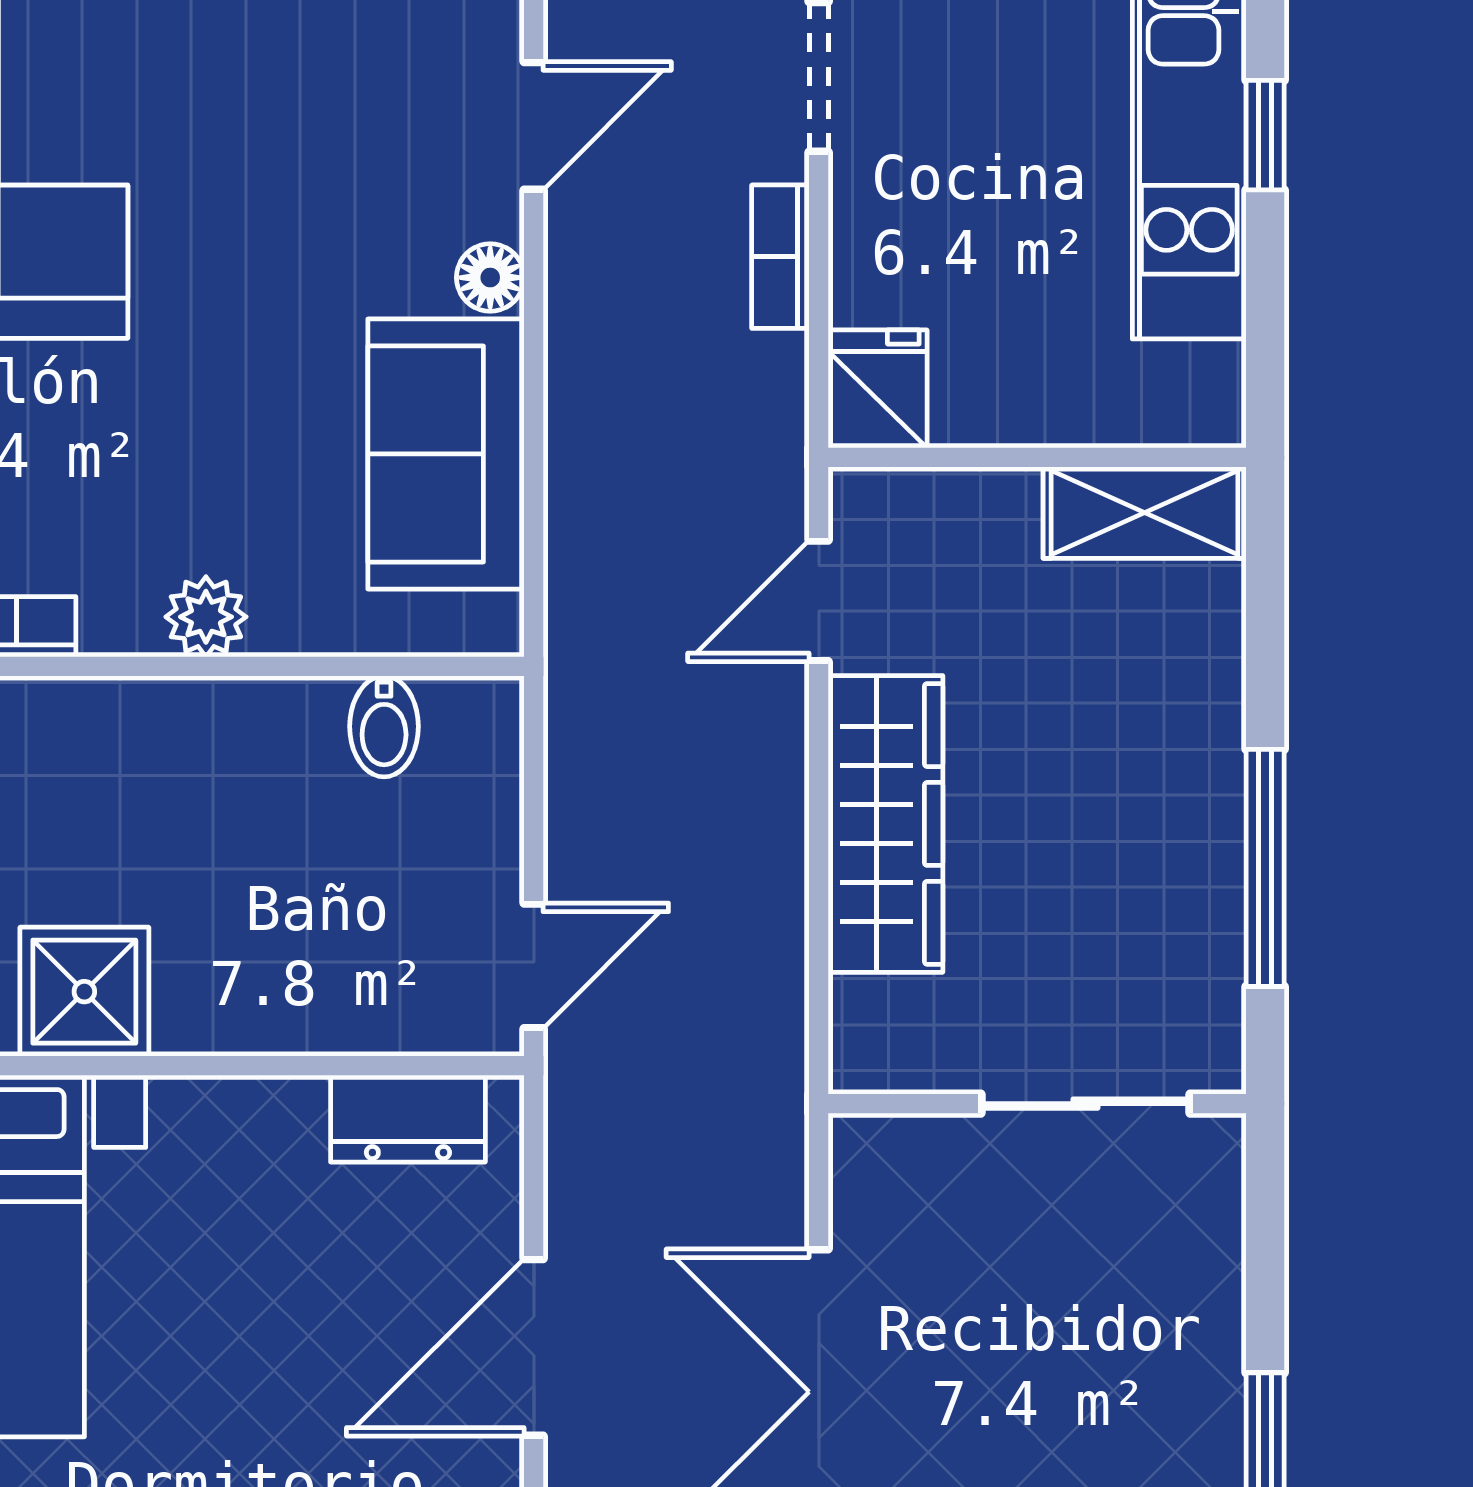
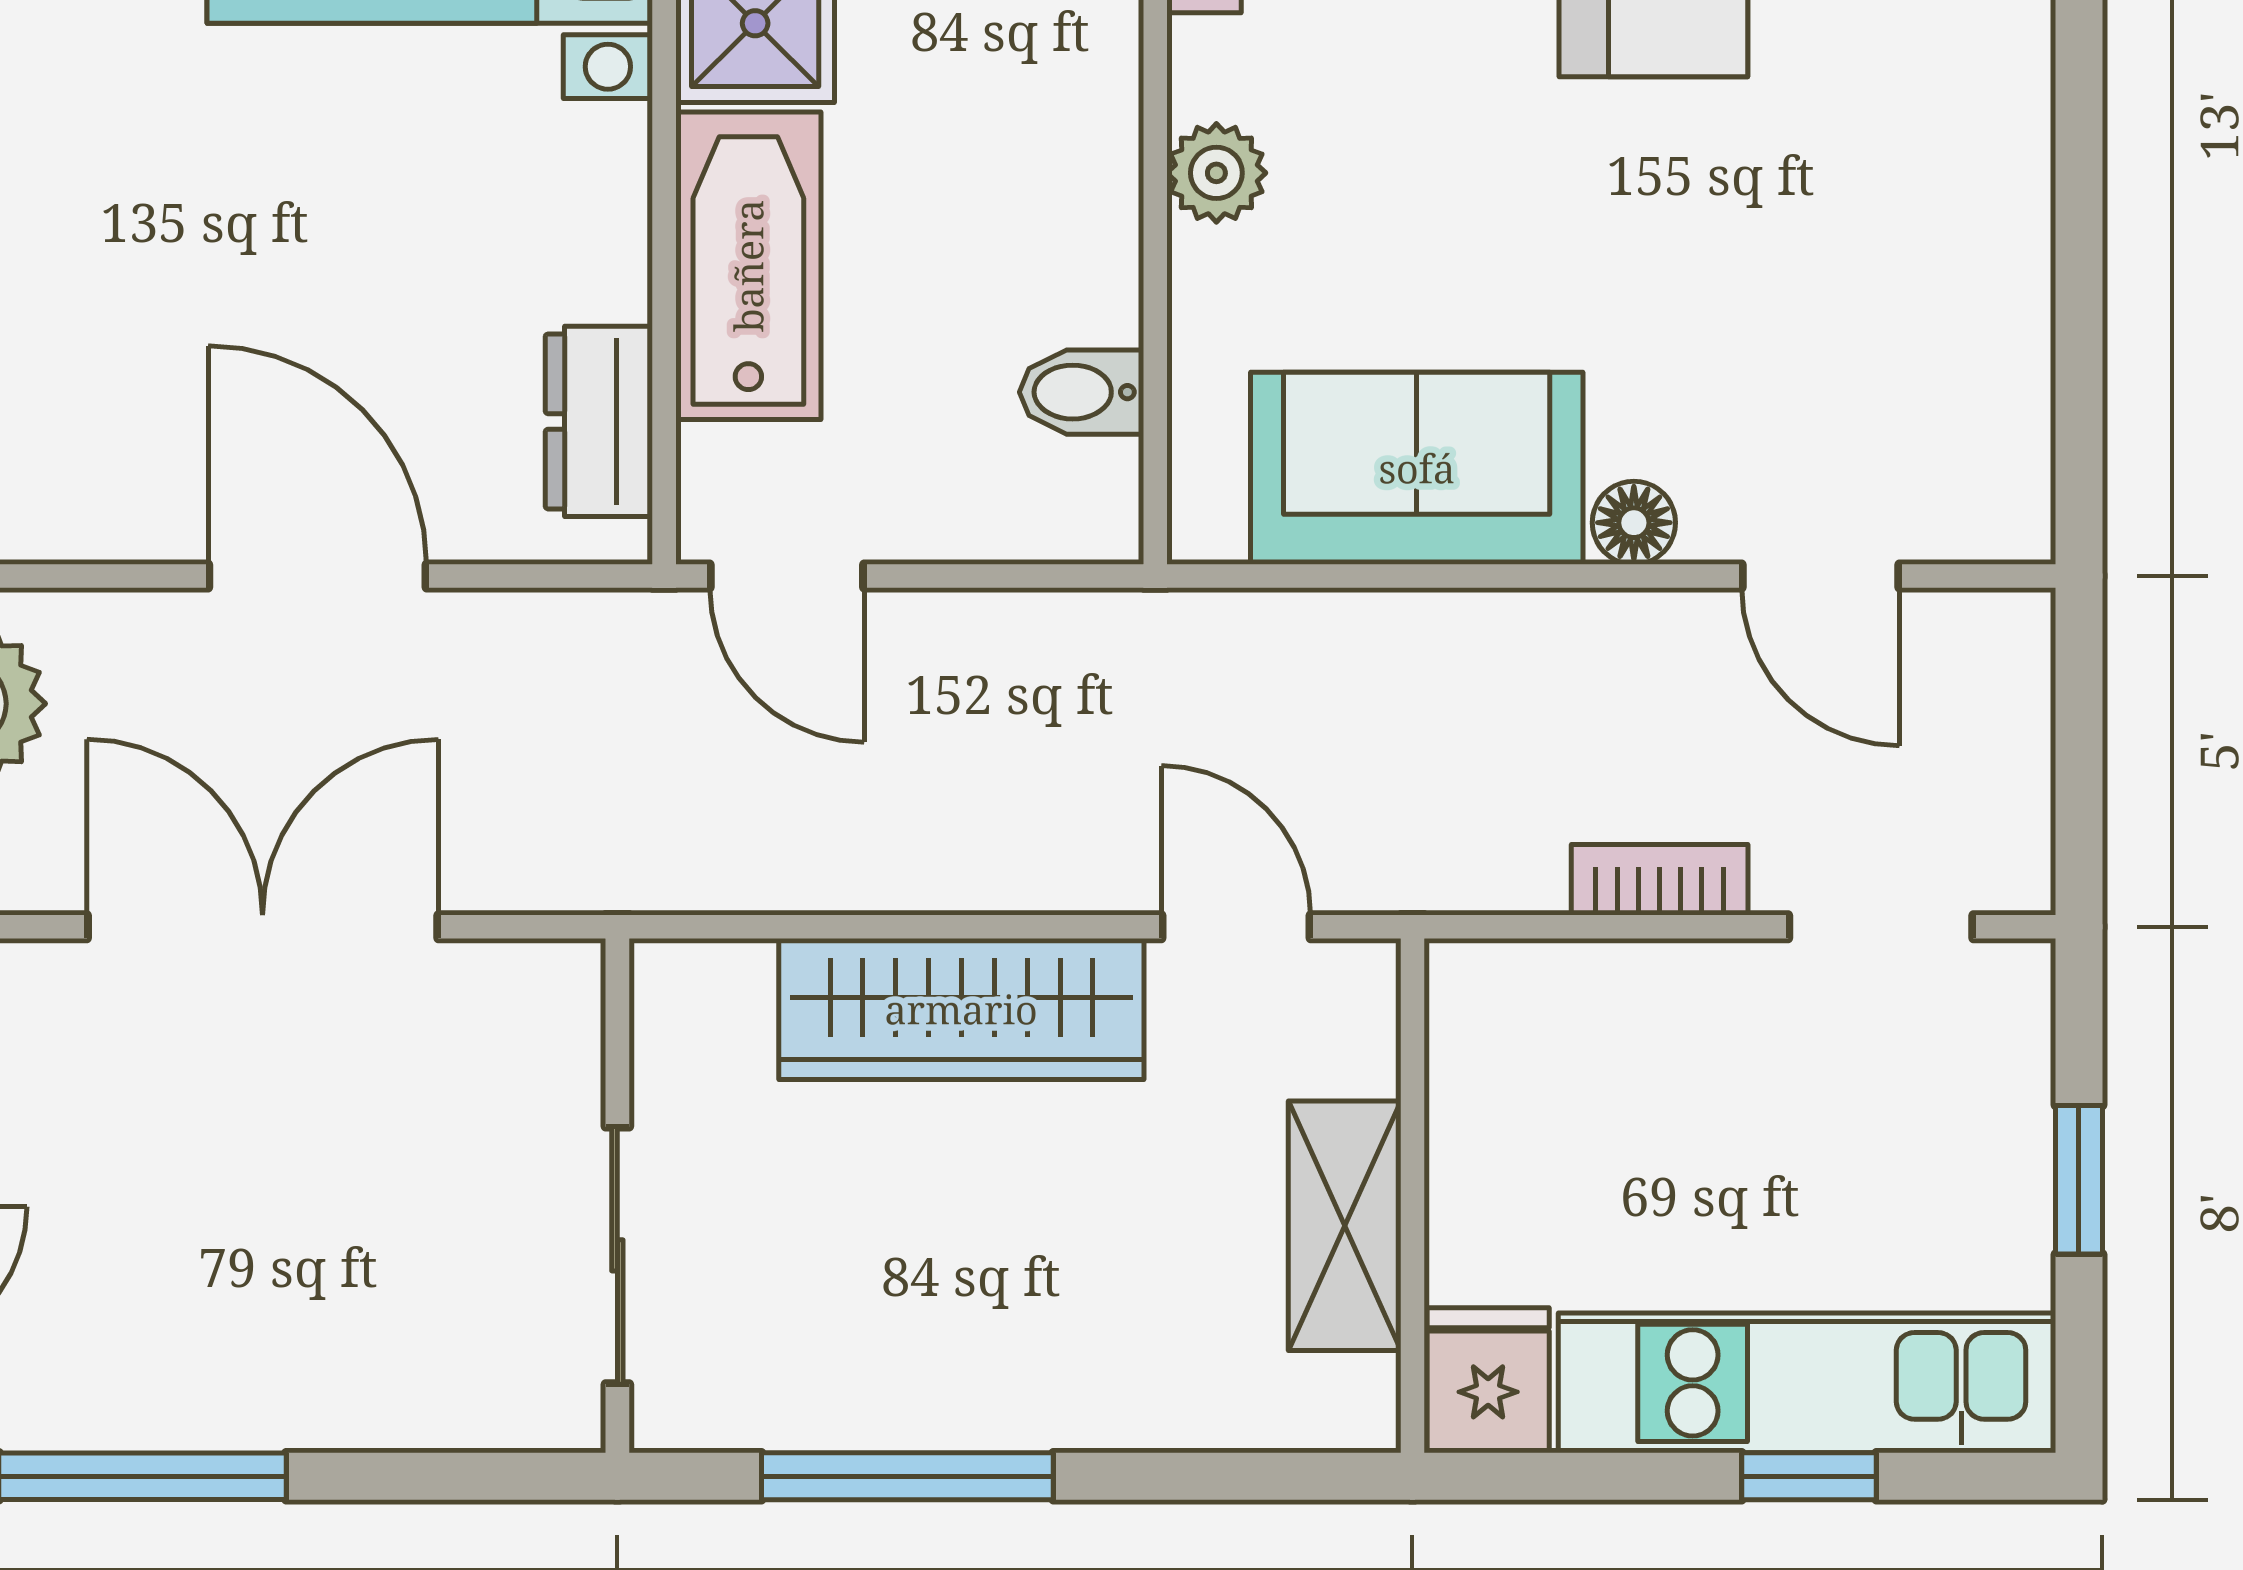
fridge: (878, 389) -> (1488, 1380), moved, turned -90
shelving: (1145, 513) -> (1345, 1226), moved
bathtub: (281, 997) -> (748, 266), added

